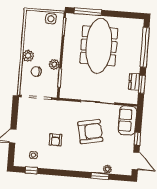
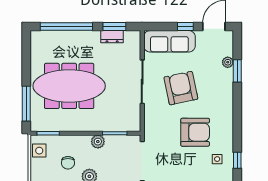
chair: (36, 72) -> (68, 163), moved
sofa: (127, 120) -> (169, 41), width x1.36
armchair: (55, 140) -> (195, 132), width x1.88, depth x1.88

